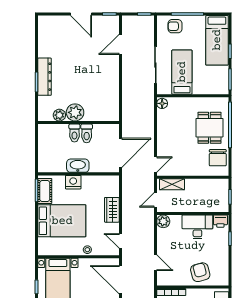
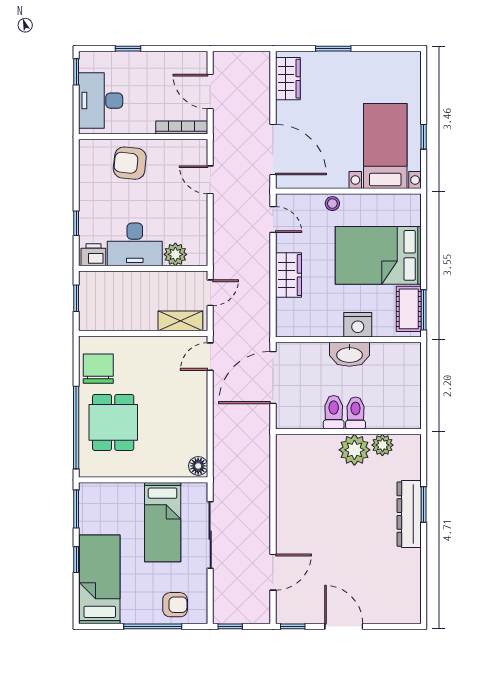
plant: (163, 221) -> (175, 254), moved
armchair: (200, 272) -> (130, 163), turned 111

